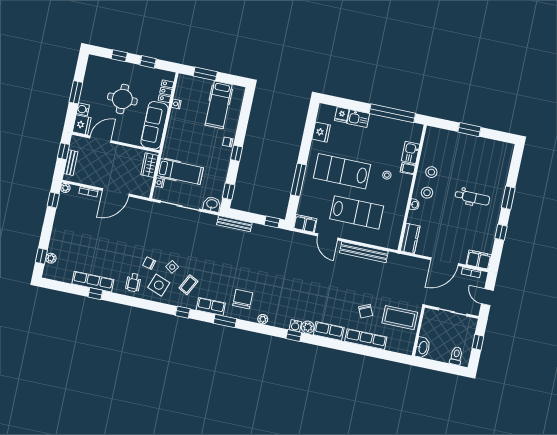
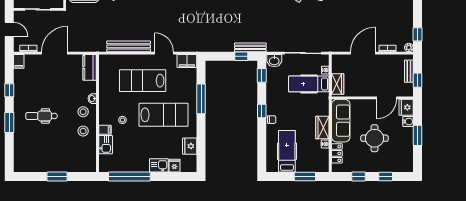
wardrobe: (176, 122) -> (322, 128), added
window: (272, 222) -> (241, 56), moved
filing cabinet: (479, 260) -> (19, 61), width x0.50

